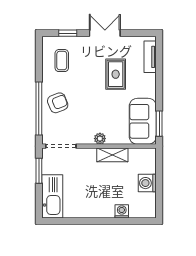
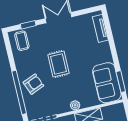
coffee table: (62, 61) -> (22, 41), moved
rug: (116, 74) -> (59, 64), moved

